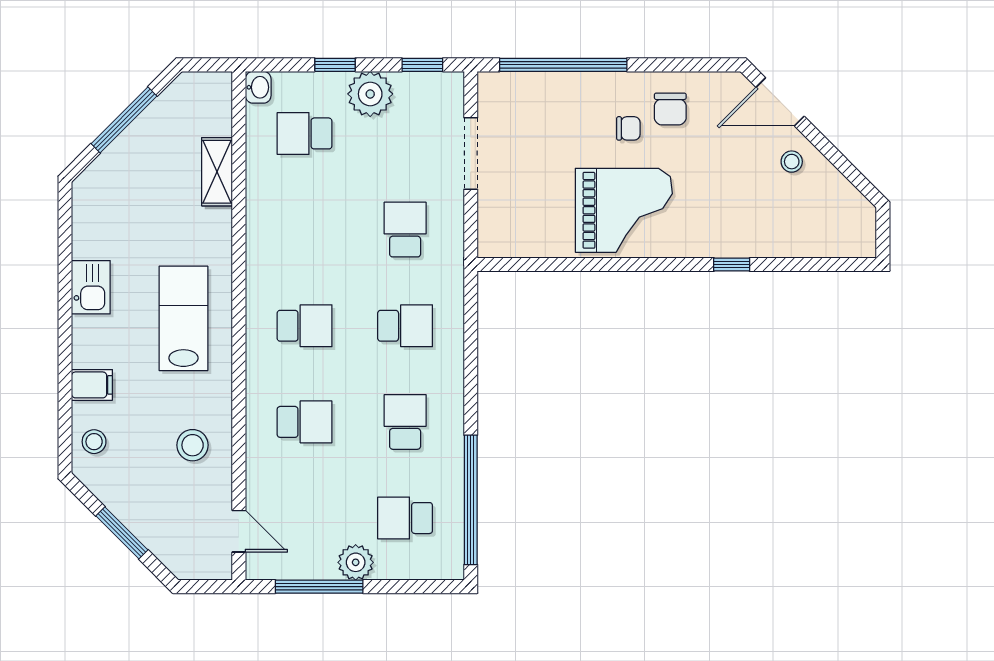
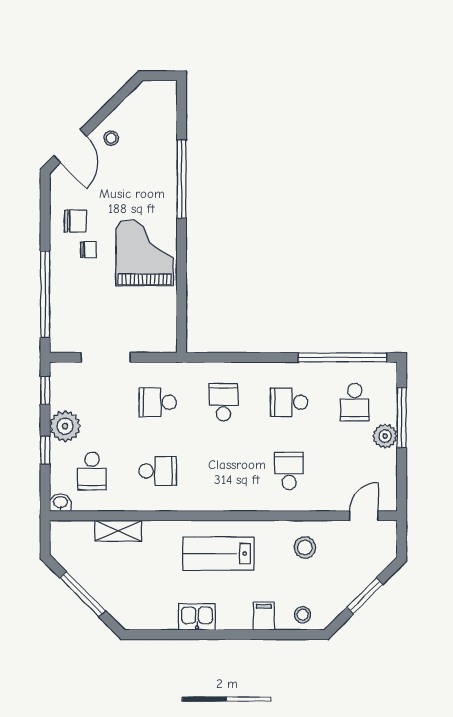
chair: (628, 128) -> (89, 250), turned 90
window: (732, 265) -> (182, 179), width x3.17
school desk: (305, 326) -> (158, 471), moved, turned 90
window: (319, 587) -> (402, 418), moved

